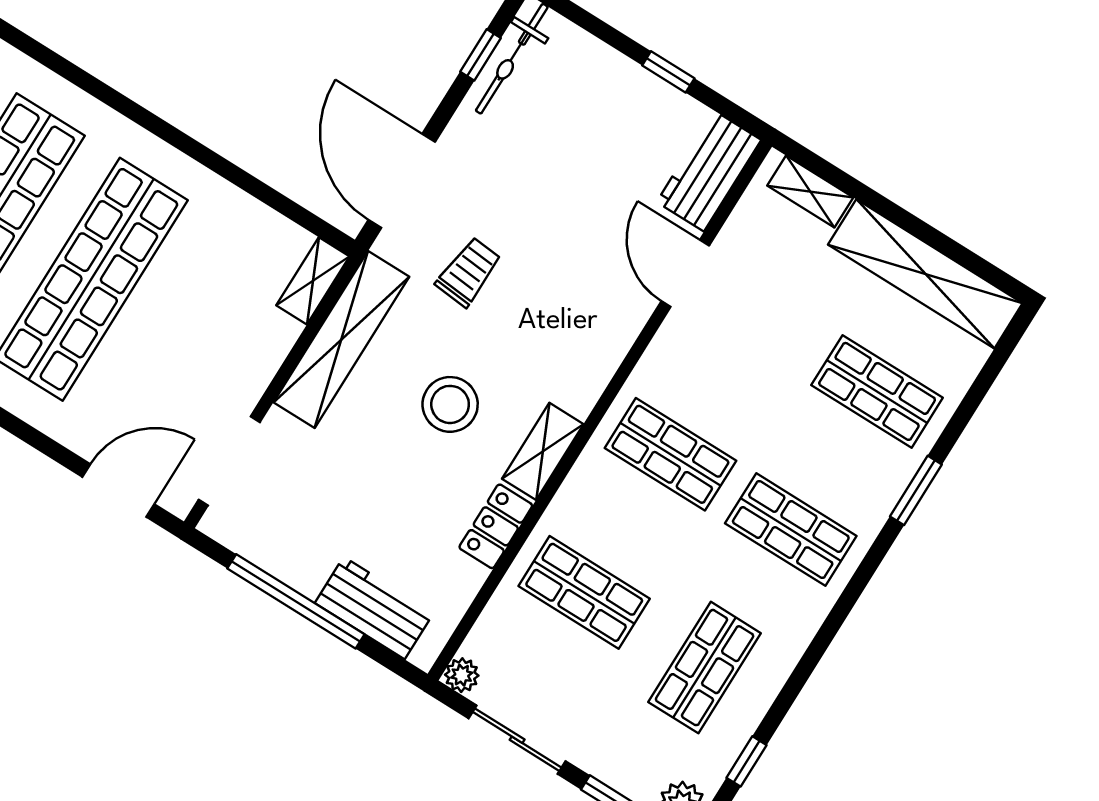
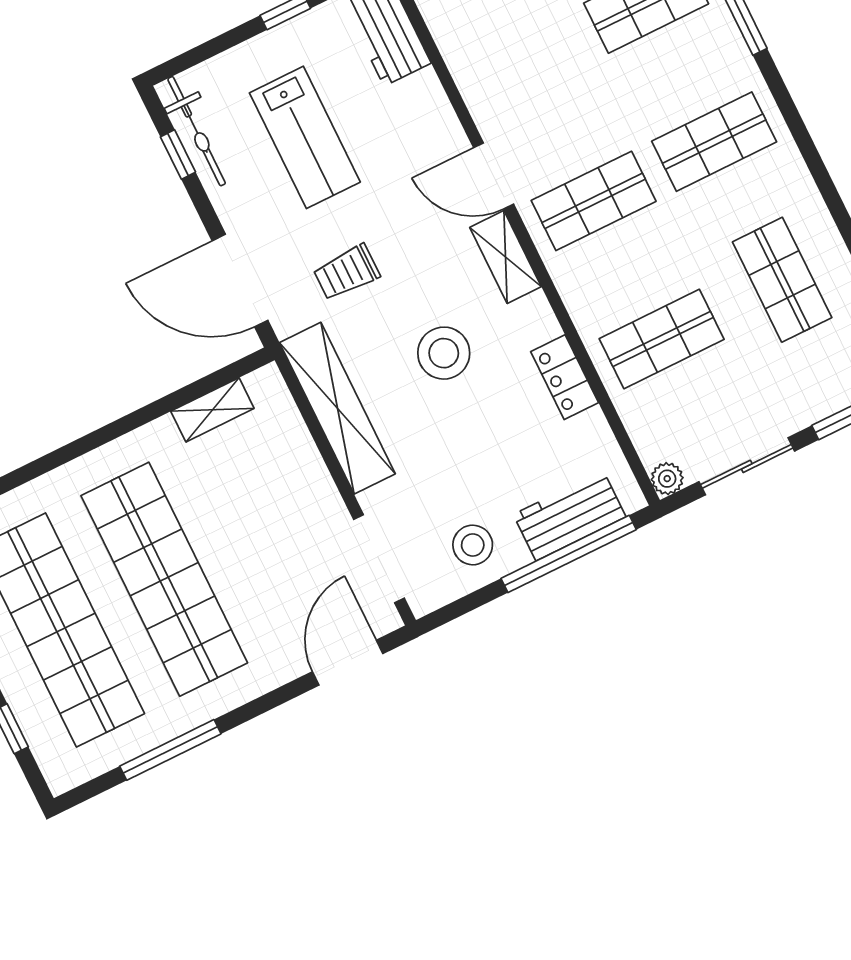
lab bench: (567, 159) -> (305, 137), added
trolley: (469, 272) -> (347, 272), turned -95
door: (685, 273) -> (494, 176), moved
shelving: (313, 281) -> (212, 410), moved, turned 90
shelving: (543, 451) -> (506, 257), moved
stool: (294, 537) -> (473, 545), added
window: (296, 601) -> (569, 554), moved

